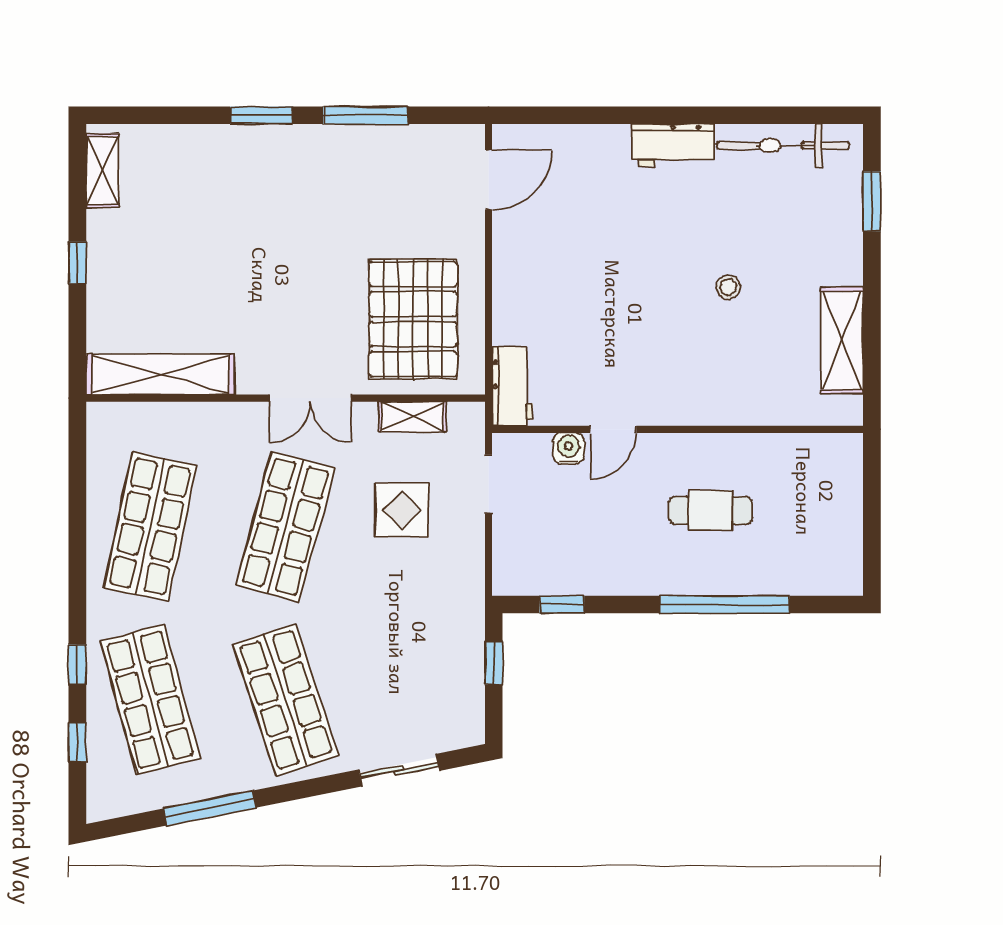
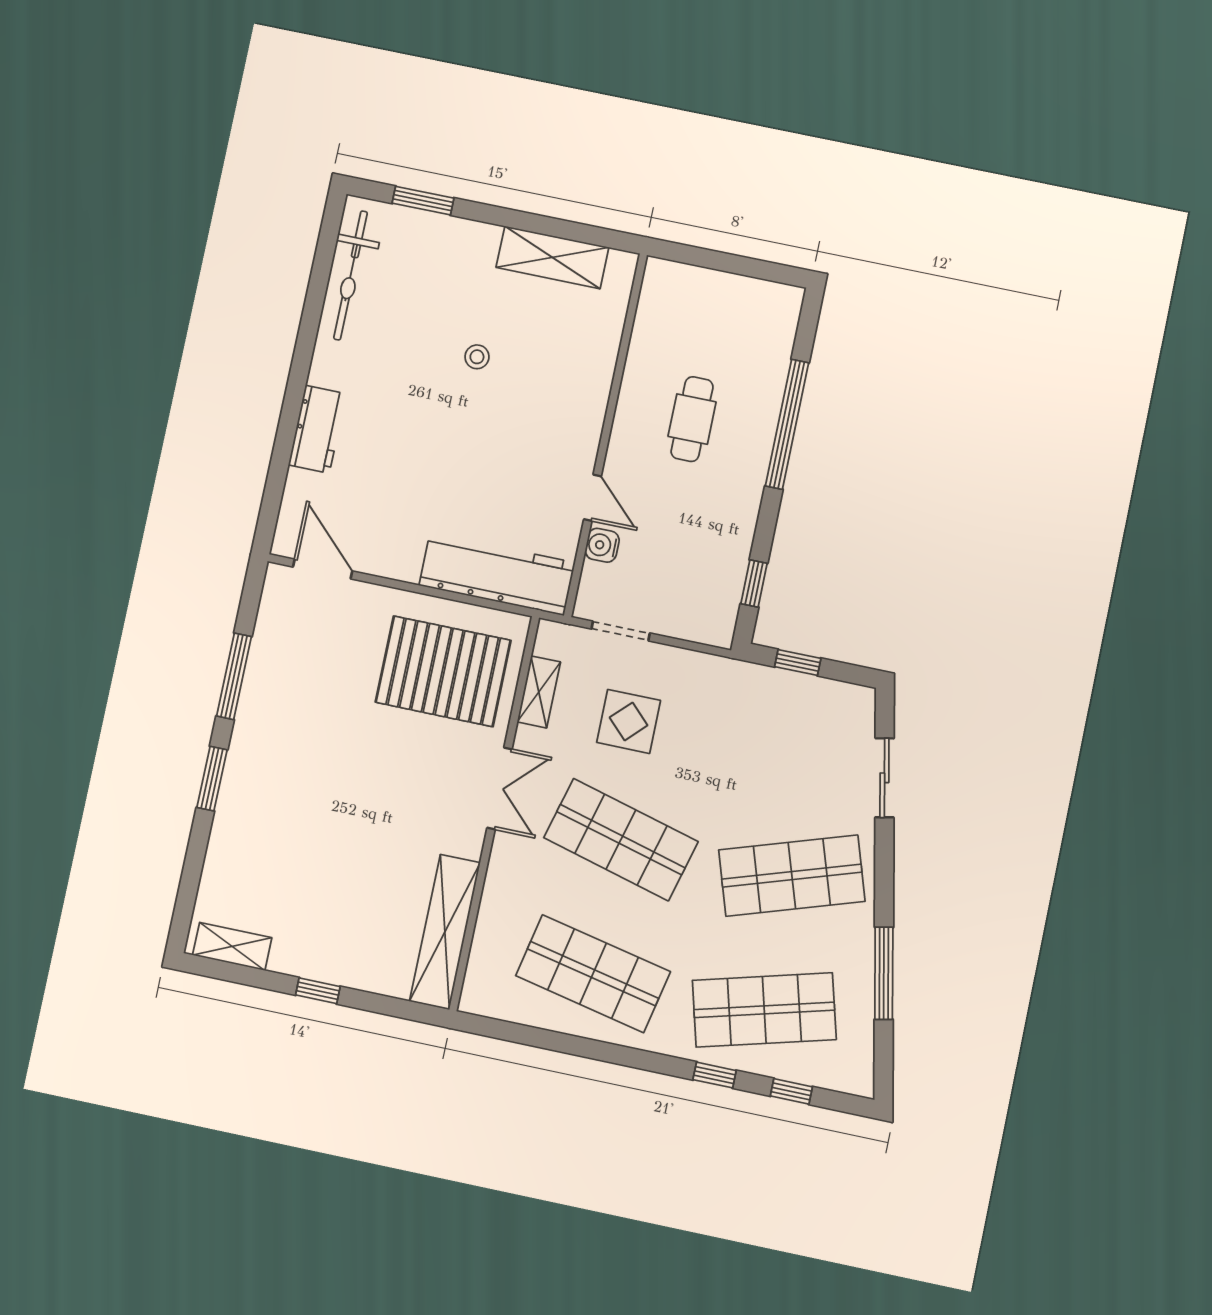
workbench: (673, 145) -> (317, 429), moved
workbench: (512, 386) -> (497, 574), width x1.88, depth x1.32

